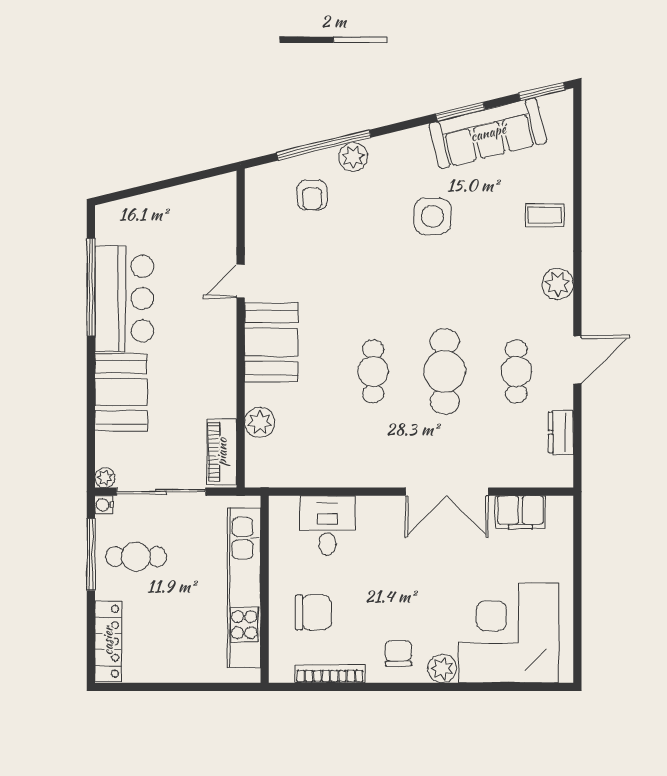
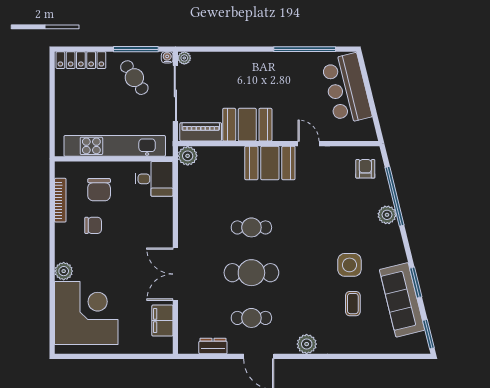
armchair: (312, 195) -> (365, 169), moved, turned 90
coffee table: (545, 215) -> (353, 304), moved
bar counter: (124, 299) -> (347, 89), moved, turned 76
booth: (121, 392) -> (247, 125), moved
plant: (260, 422) -> (188, 156), moved
desk: (327, 526) -> (154, 179), moved
cafe table: (136, 557) -> (134, 78), turned -34
chair: (398, 653) -> (93, 225), moved

